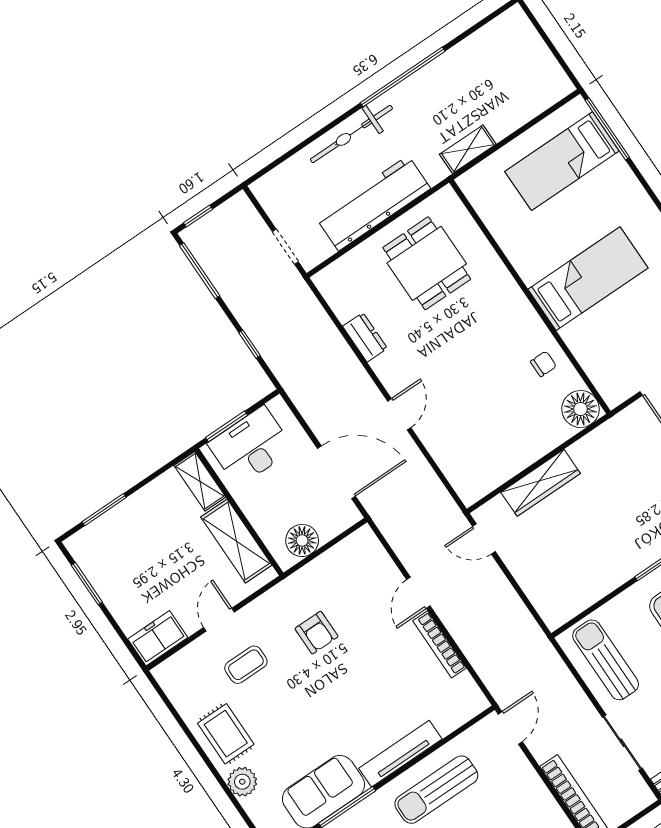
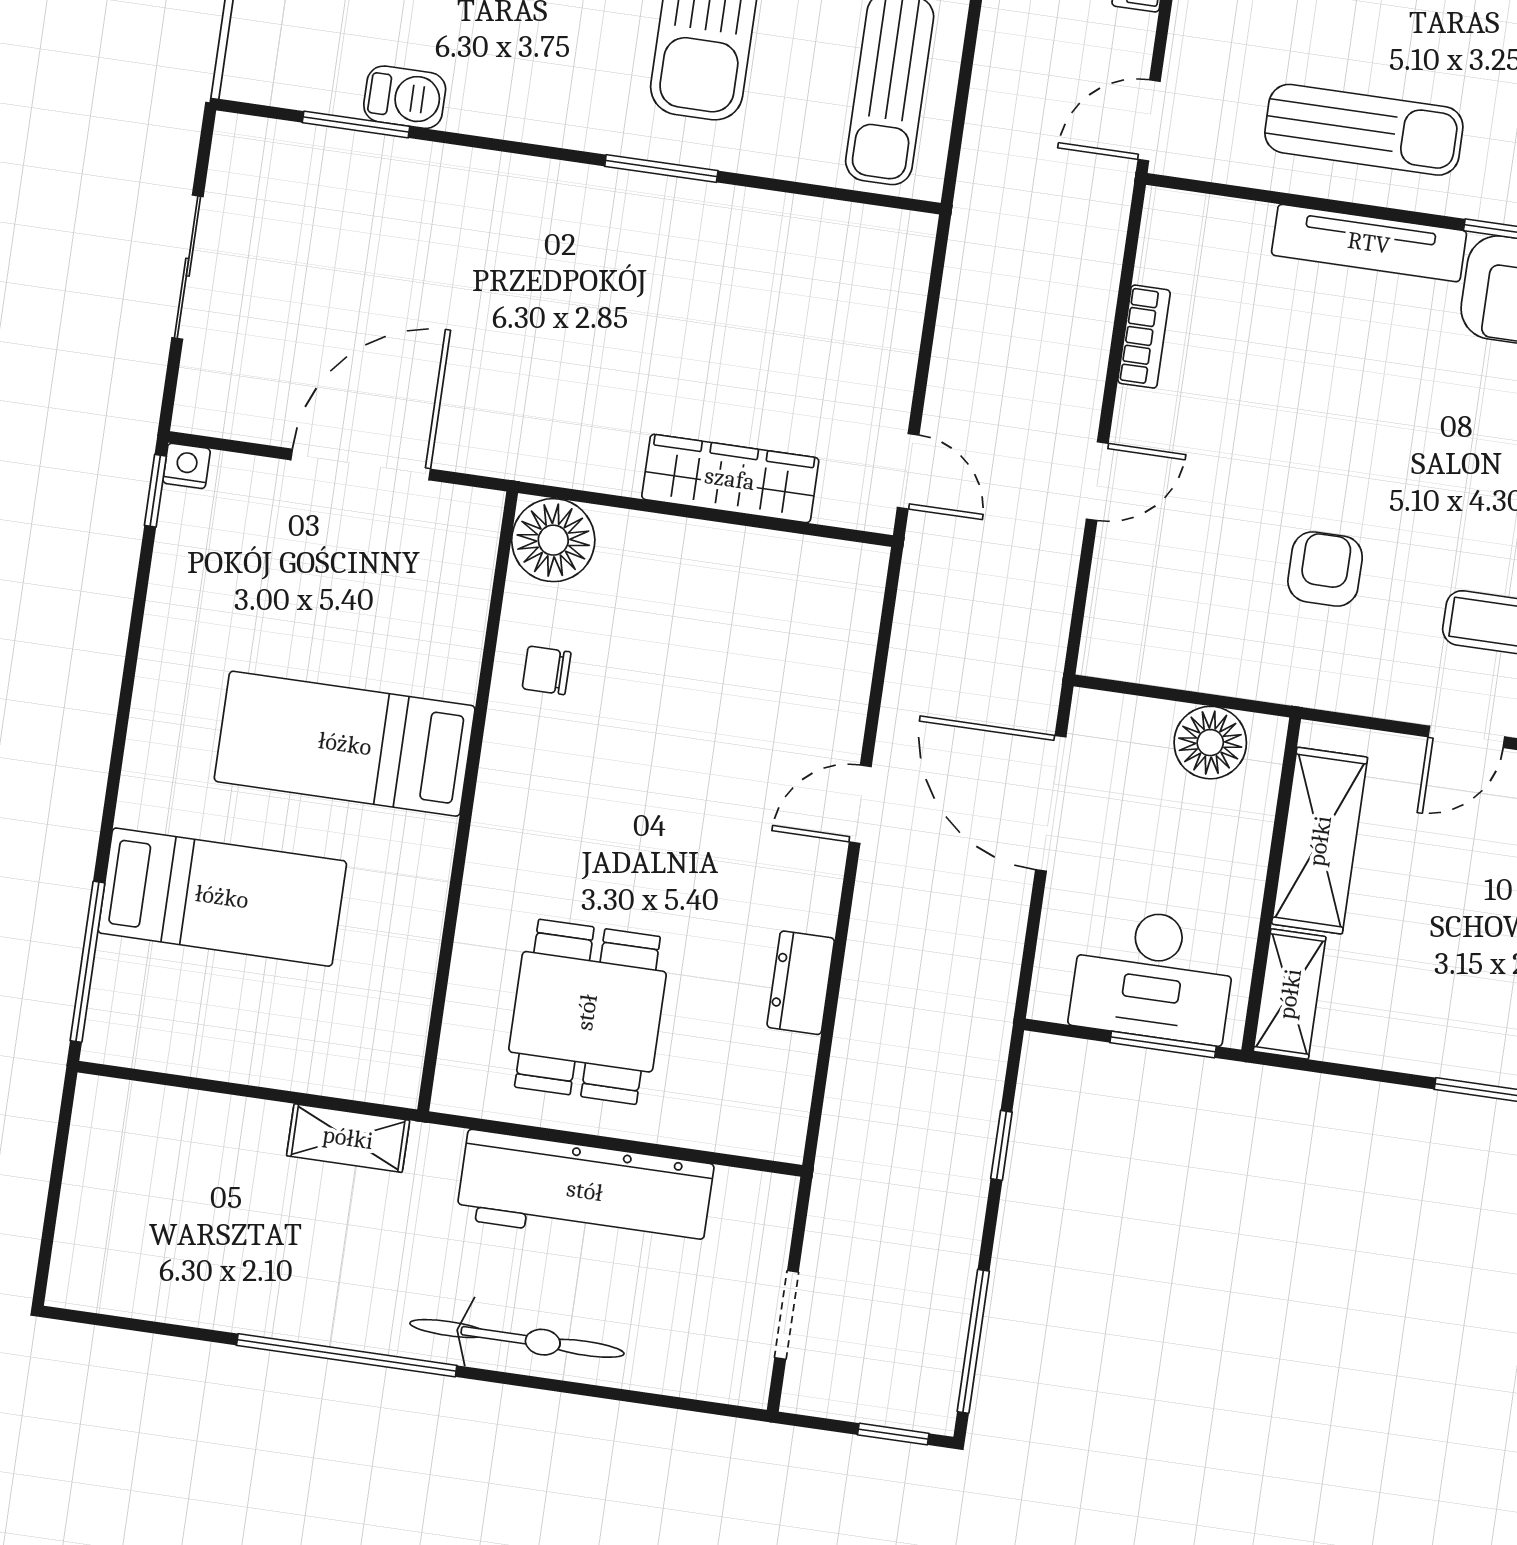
bed: (562, 161) -> (222, 897), moved
doorway: (285, 247) -> (787, 1315), moved
bookcase: (440, 644) -> (1144, 337), width x0.64

